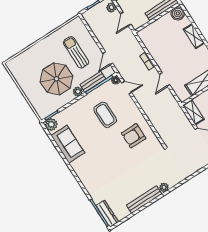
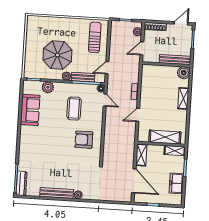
sun lounger: (76, 52) -> (95, 37), moved
plant: (51, 124) -> (48, 87), moved

